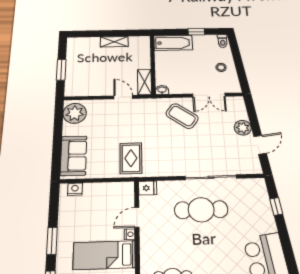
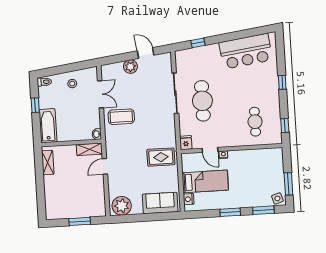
shelving: (114, 42) -> (48, 163), moved
coffee table: (182, 116) -> (121, 117), turned 54
bed: (104, 255) -> (205, 181), moved, turned -90

